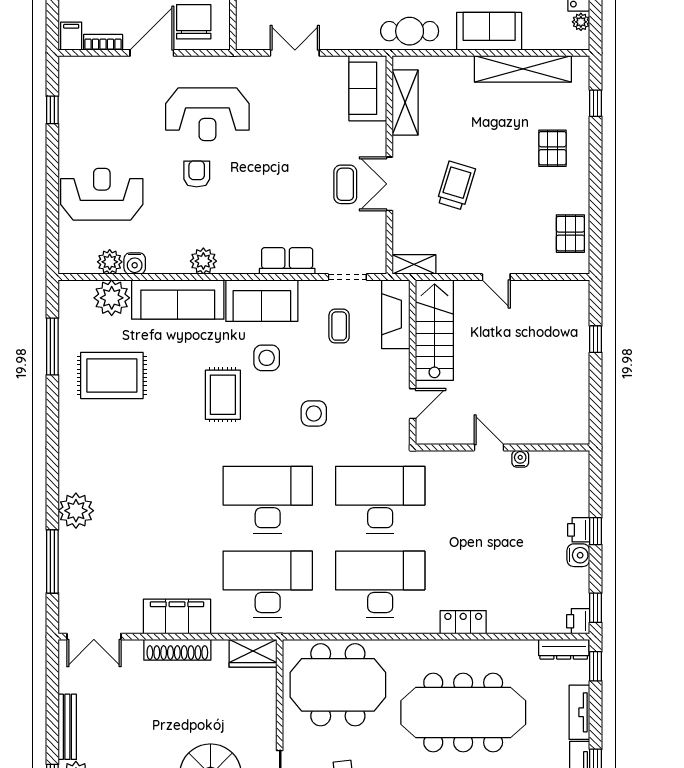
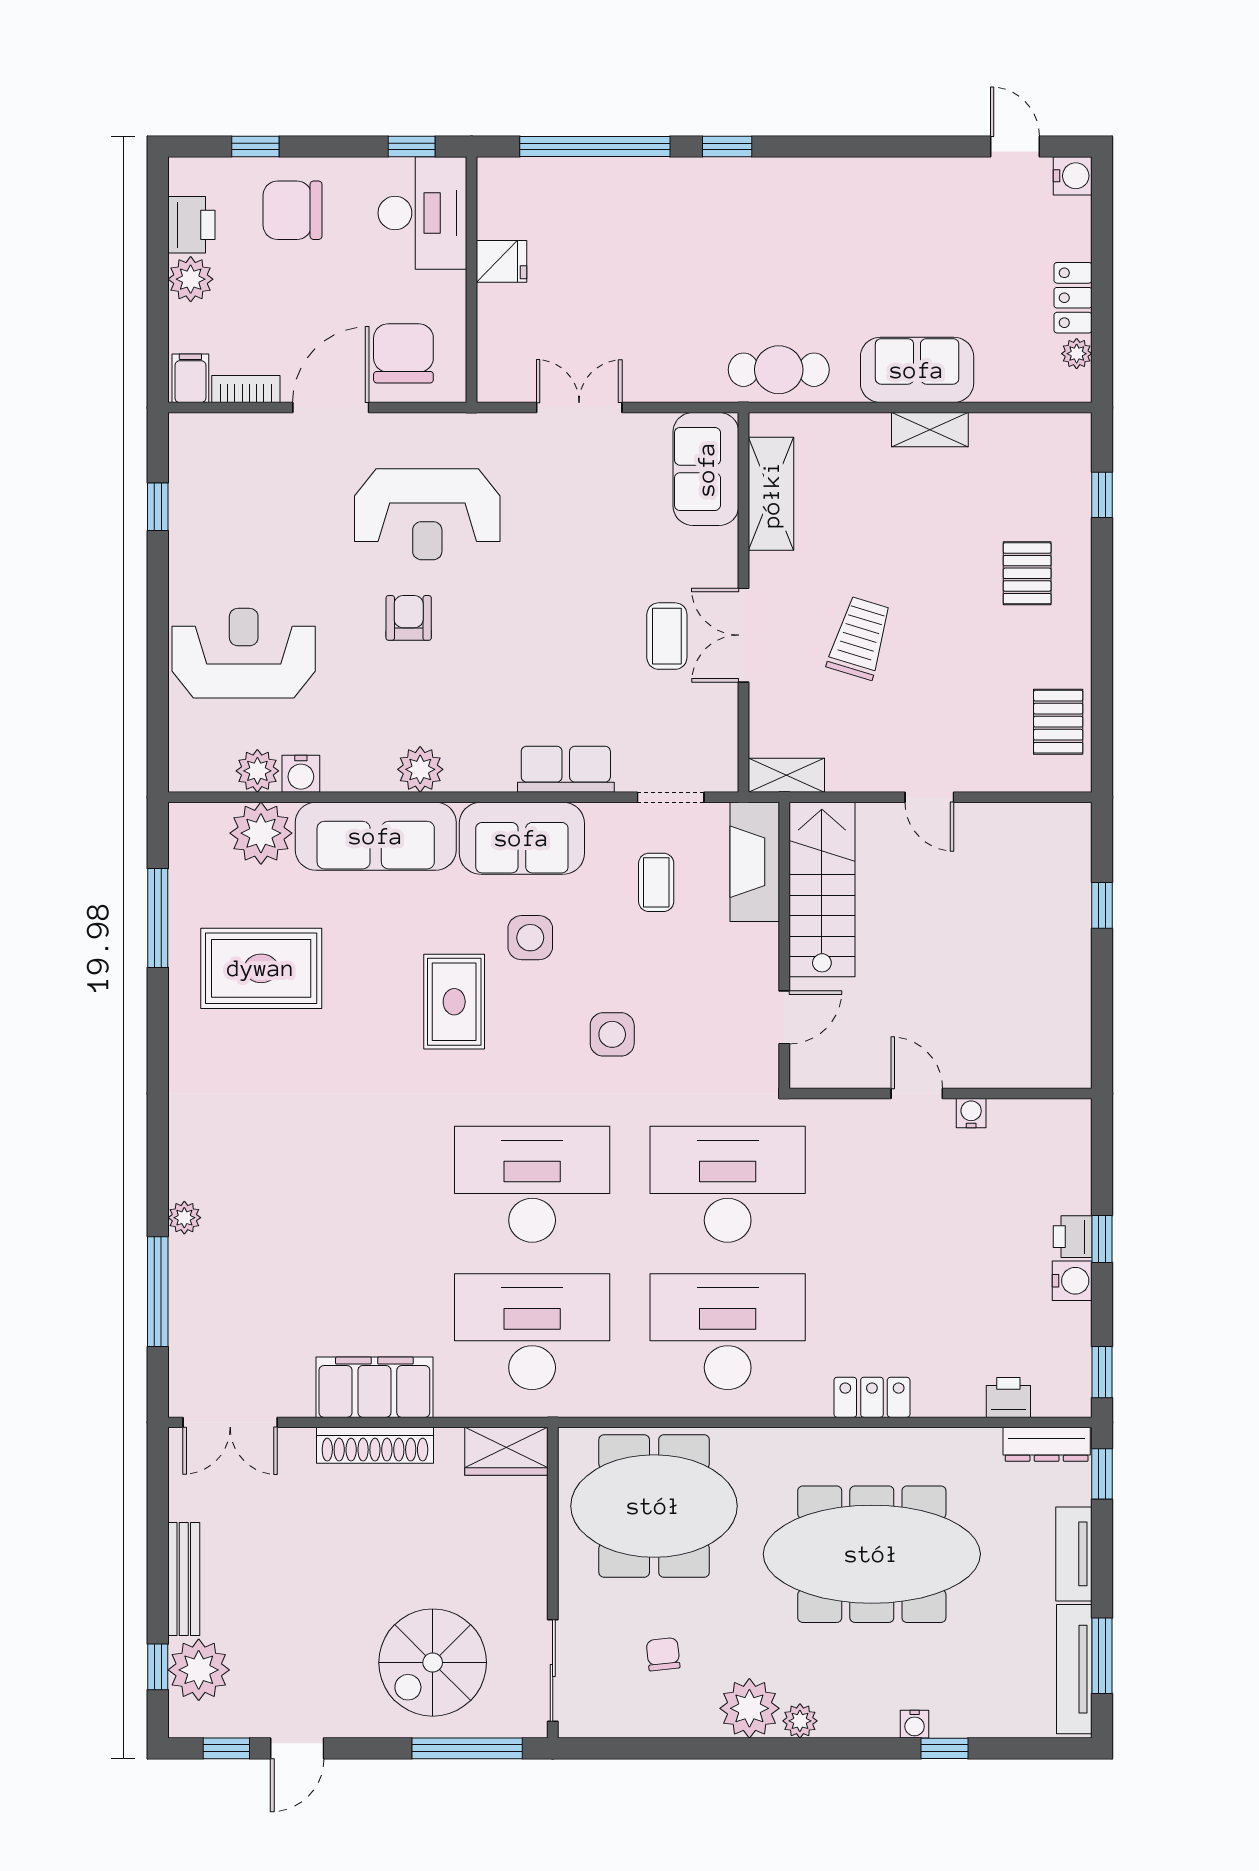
shelving: (523, 69) -> (930, 430), width x0.45, depth x0.75
plant: (76, 511) -> (184, 1218), width x0.53, depth x0.53
printer: (578, 621) -> (1008, 1397), moved, turned 90

